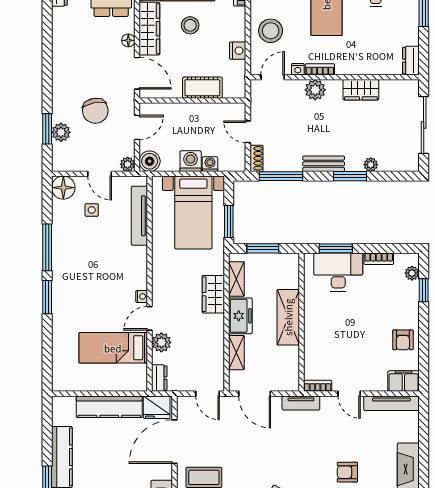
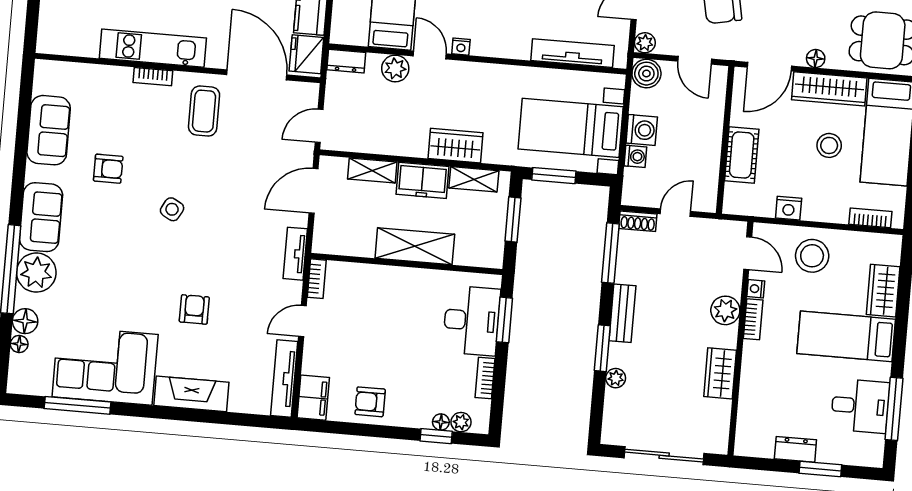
dresser: (411, 61) -> (795, 449), moved
floor lamp: (413, 288) -> (441, 422), added

